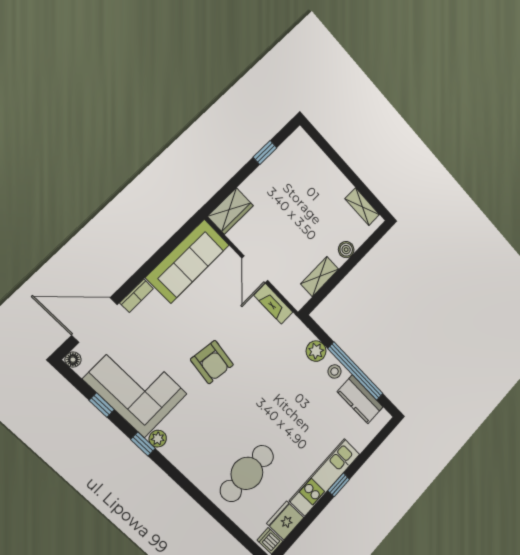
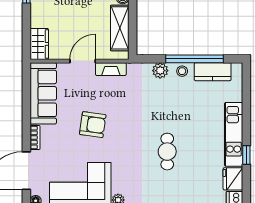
door: (255, 269) -> (83, 61), swing flipped
shelving: (320, 276) -> (120, 28), width x1.50, depth x1.33
armchair: (212, 362) -> (93, 125), moved
cafe table: (247, 473) -> (167, 152), moved, width x0.73, depth x0.74
window: (339, 485) -> (246, 155), moved

